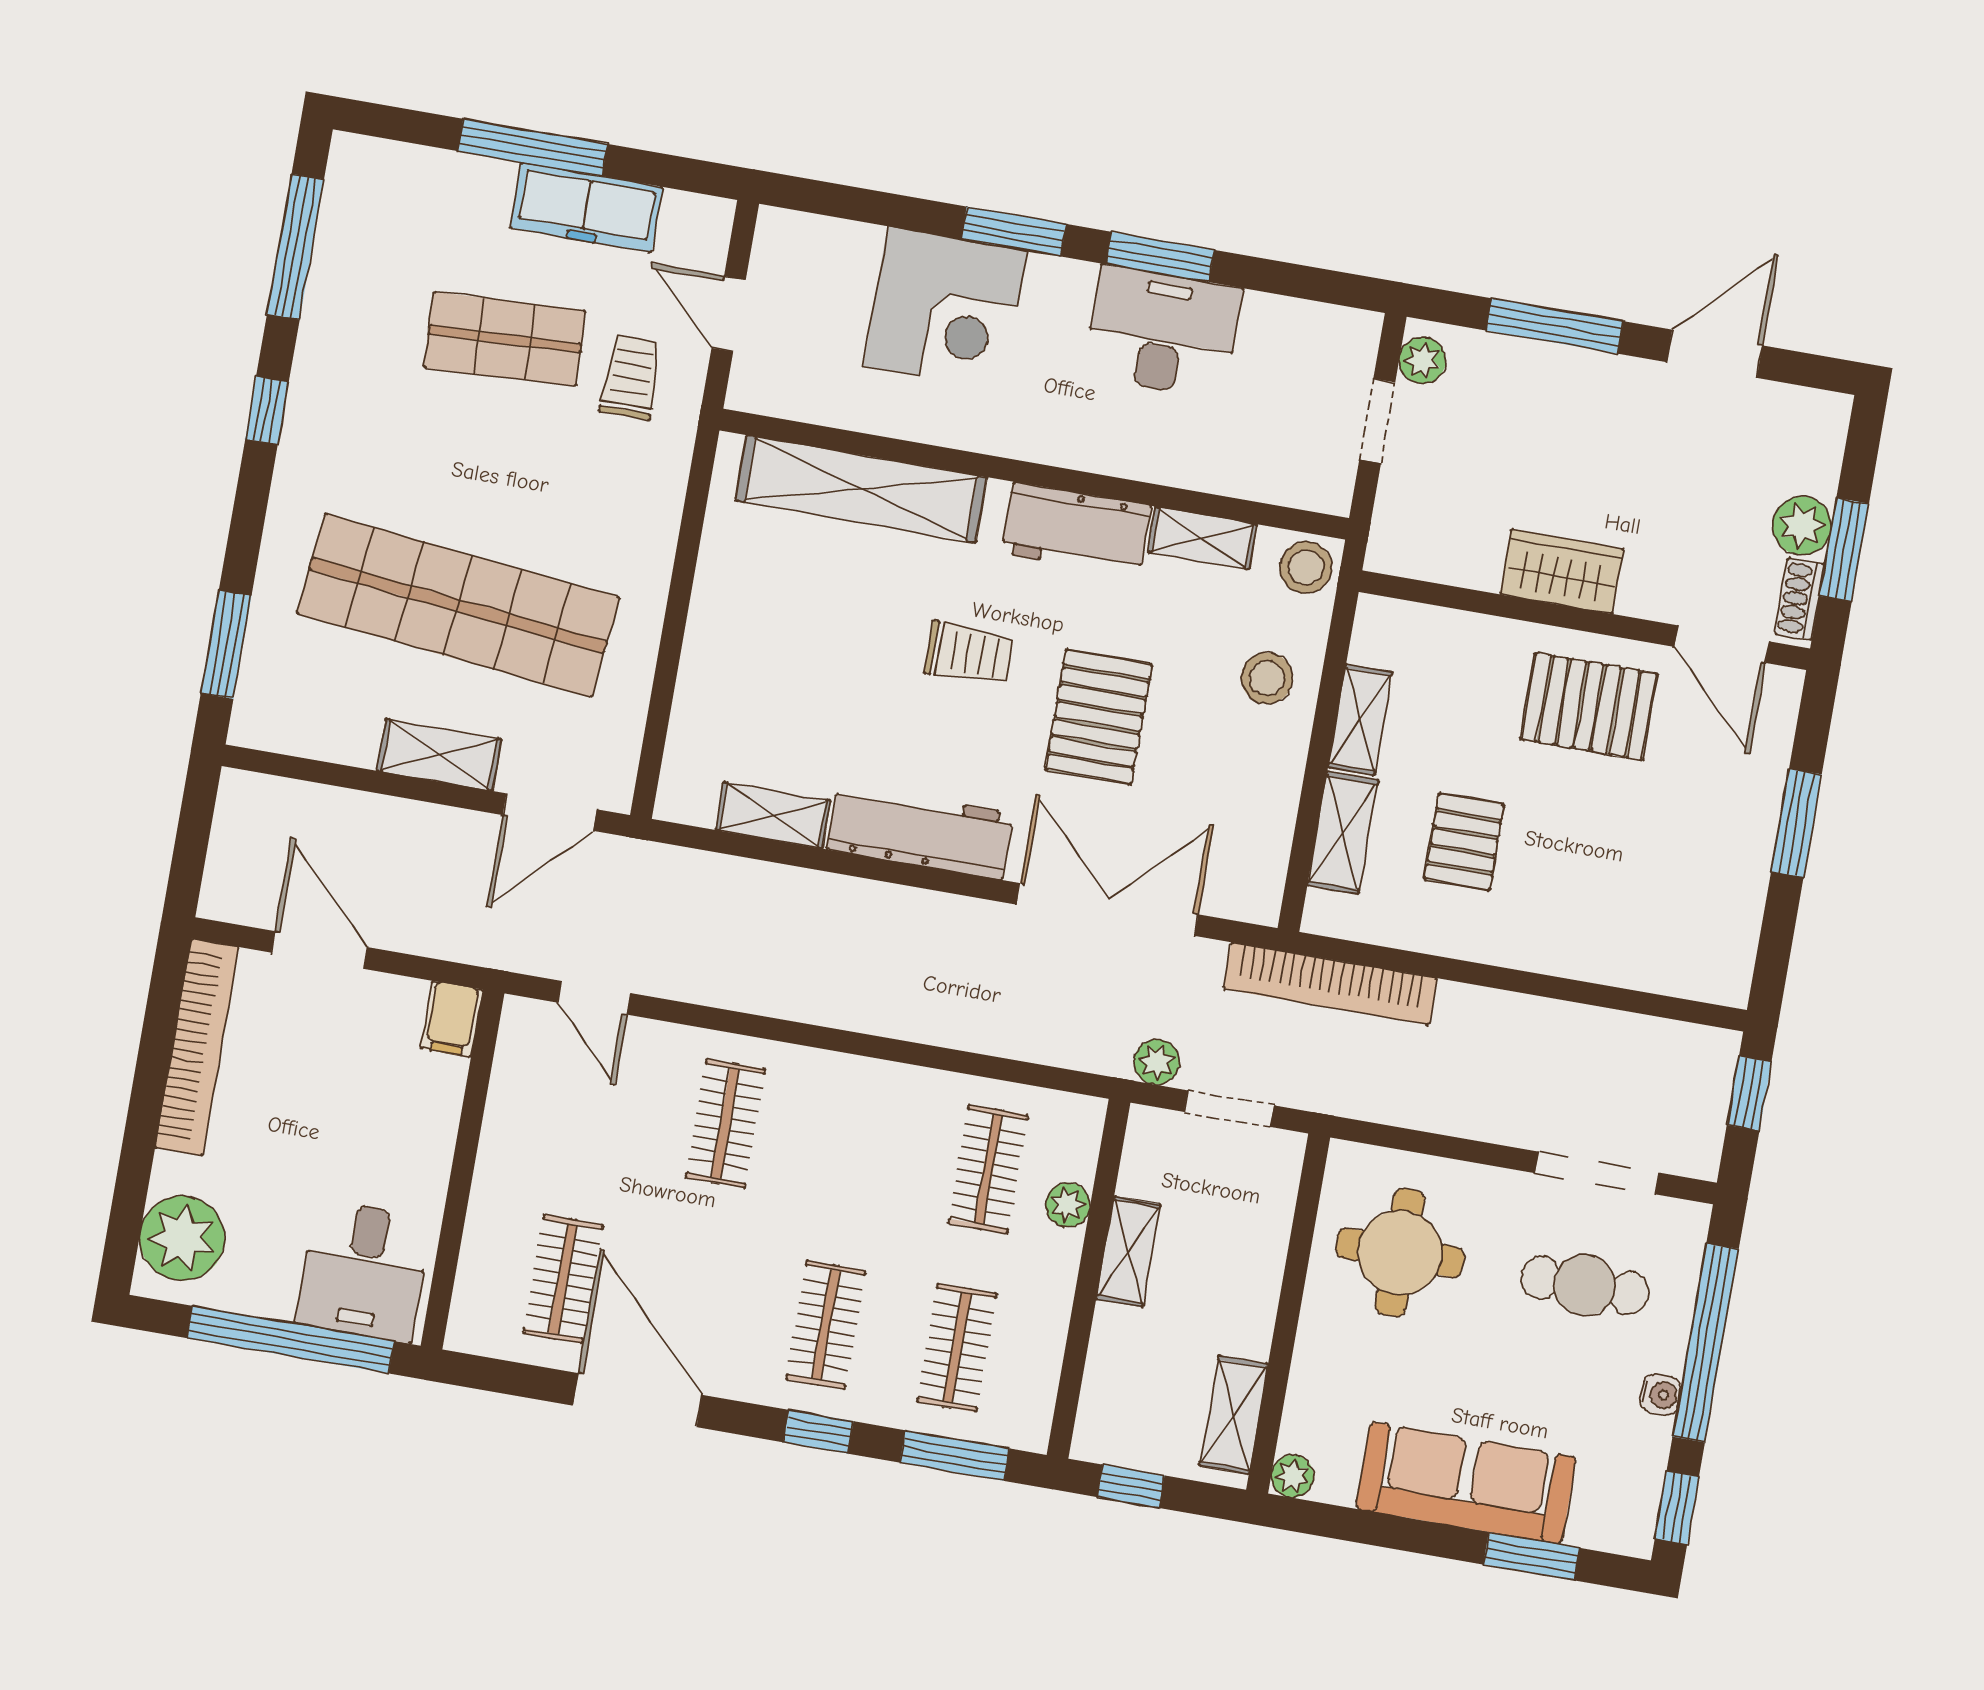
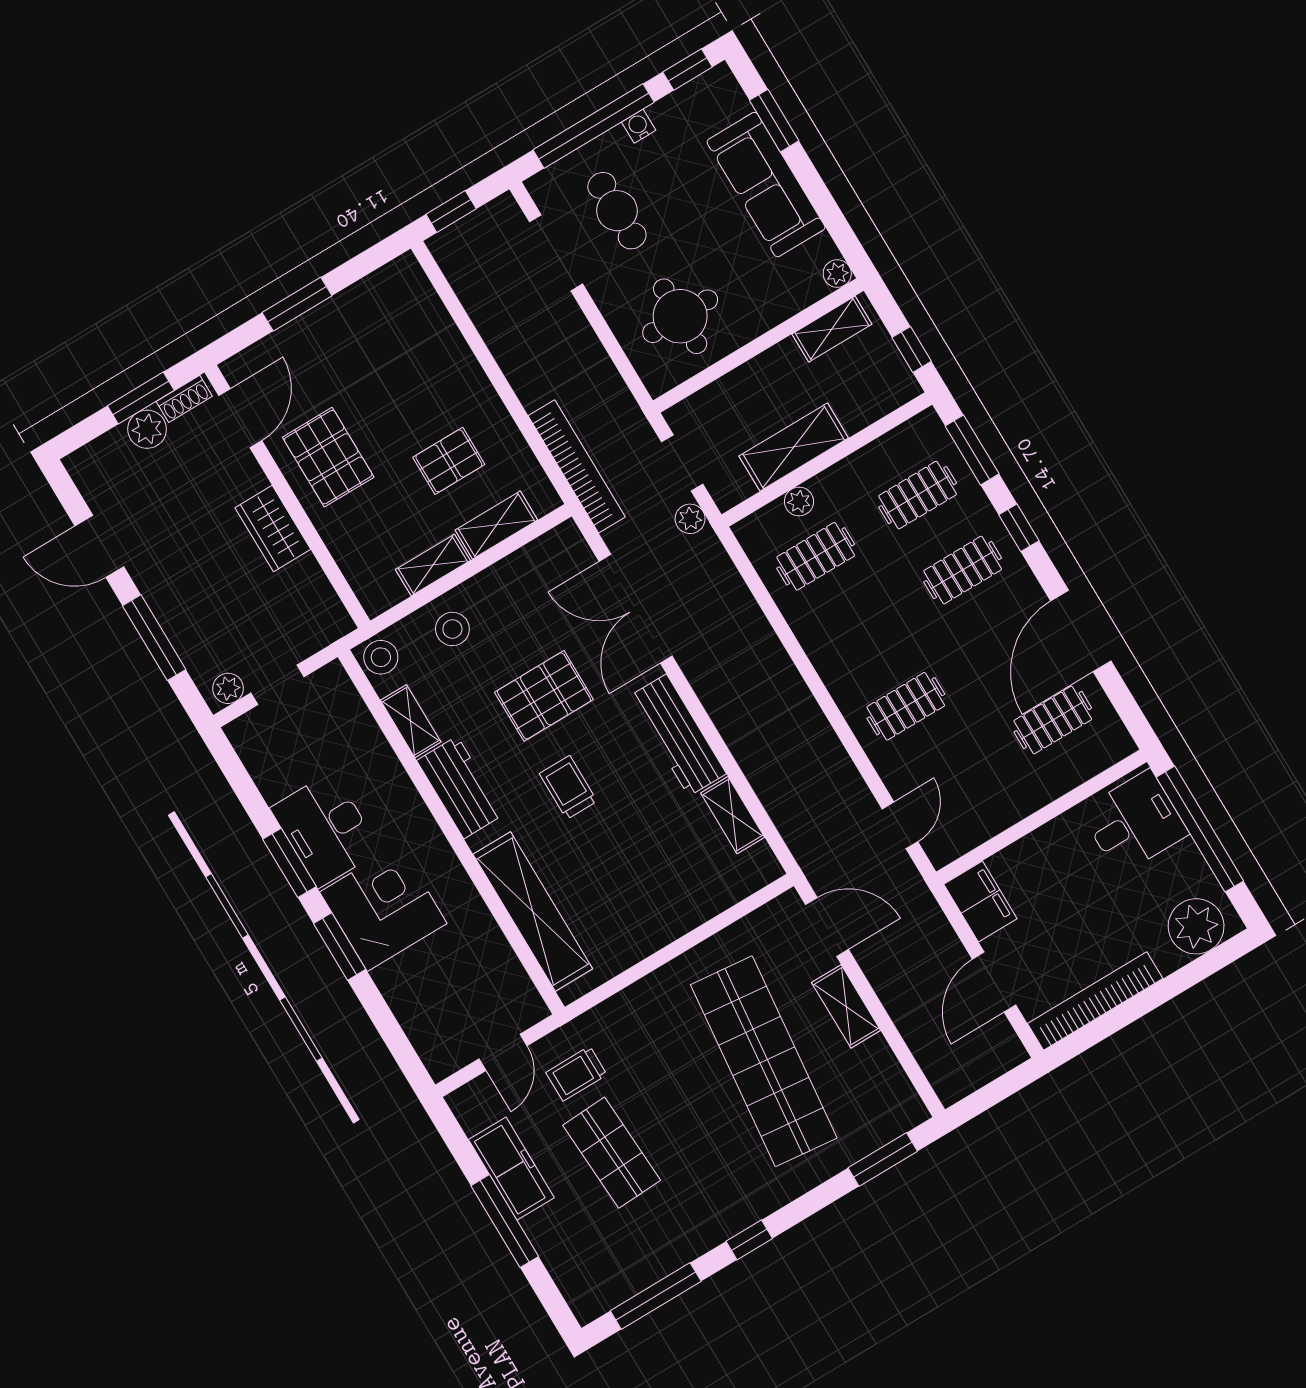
corner desk: (945, 308) -> (383, 908), moved
filing cabinet: (452, 1019) -> (980, 901), width x2.00
shelving: (1128, 1252) -> (794, 447), width x1.50, depth x1.33

